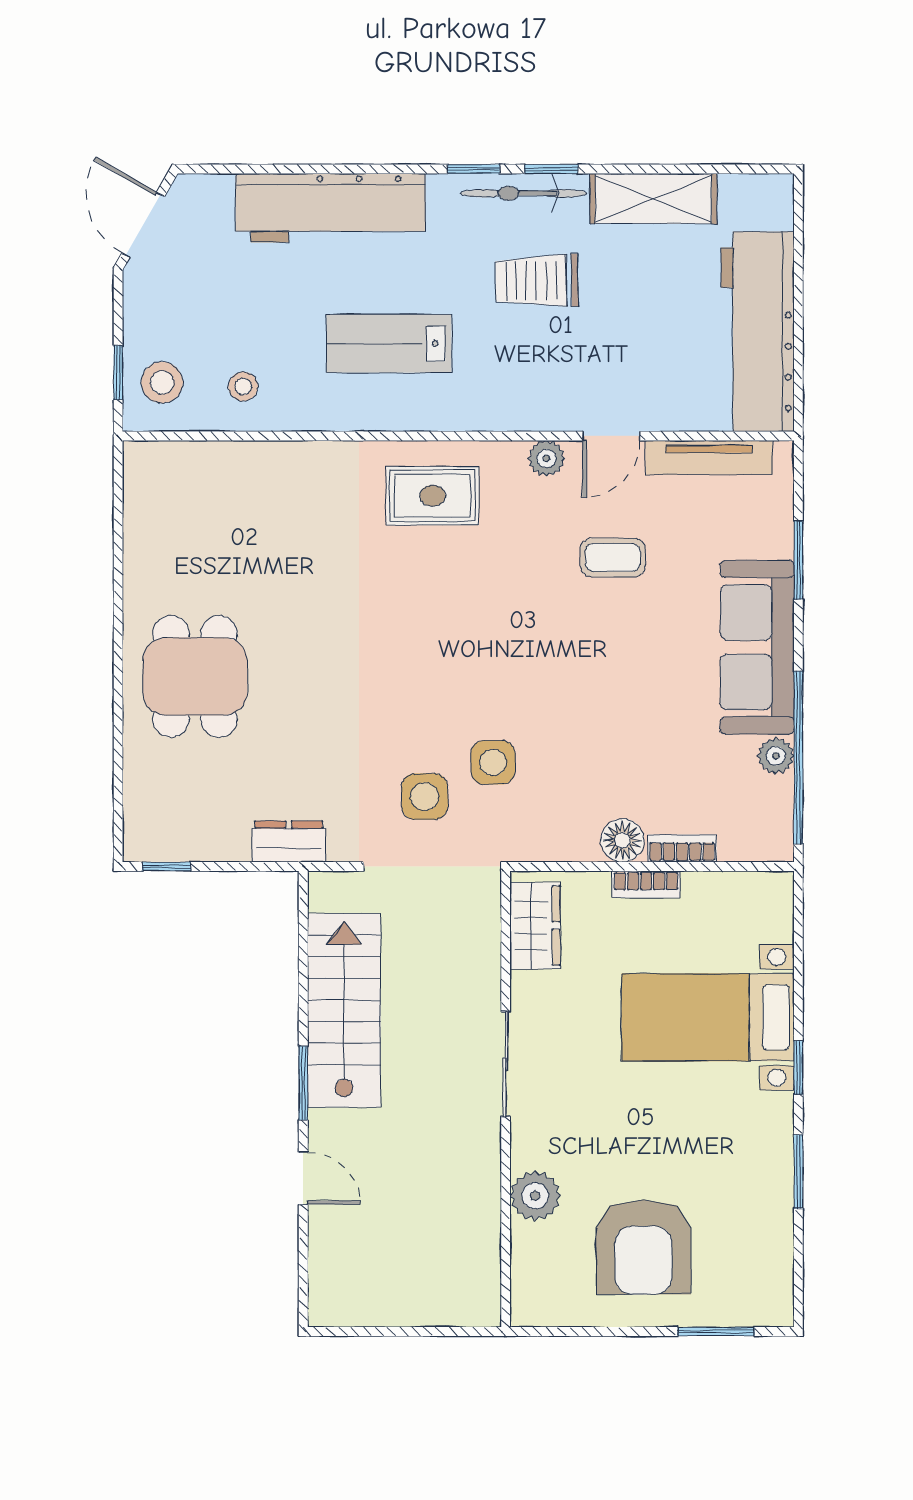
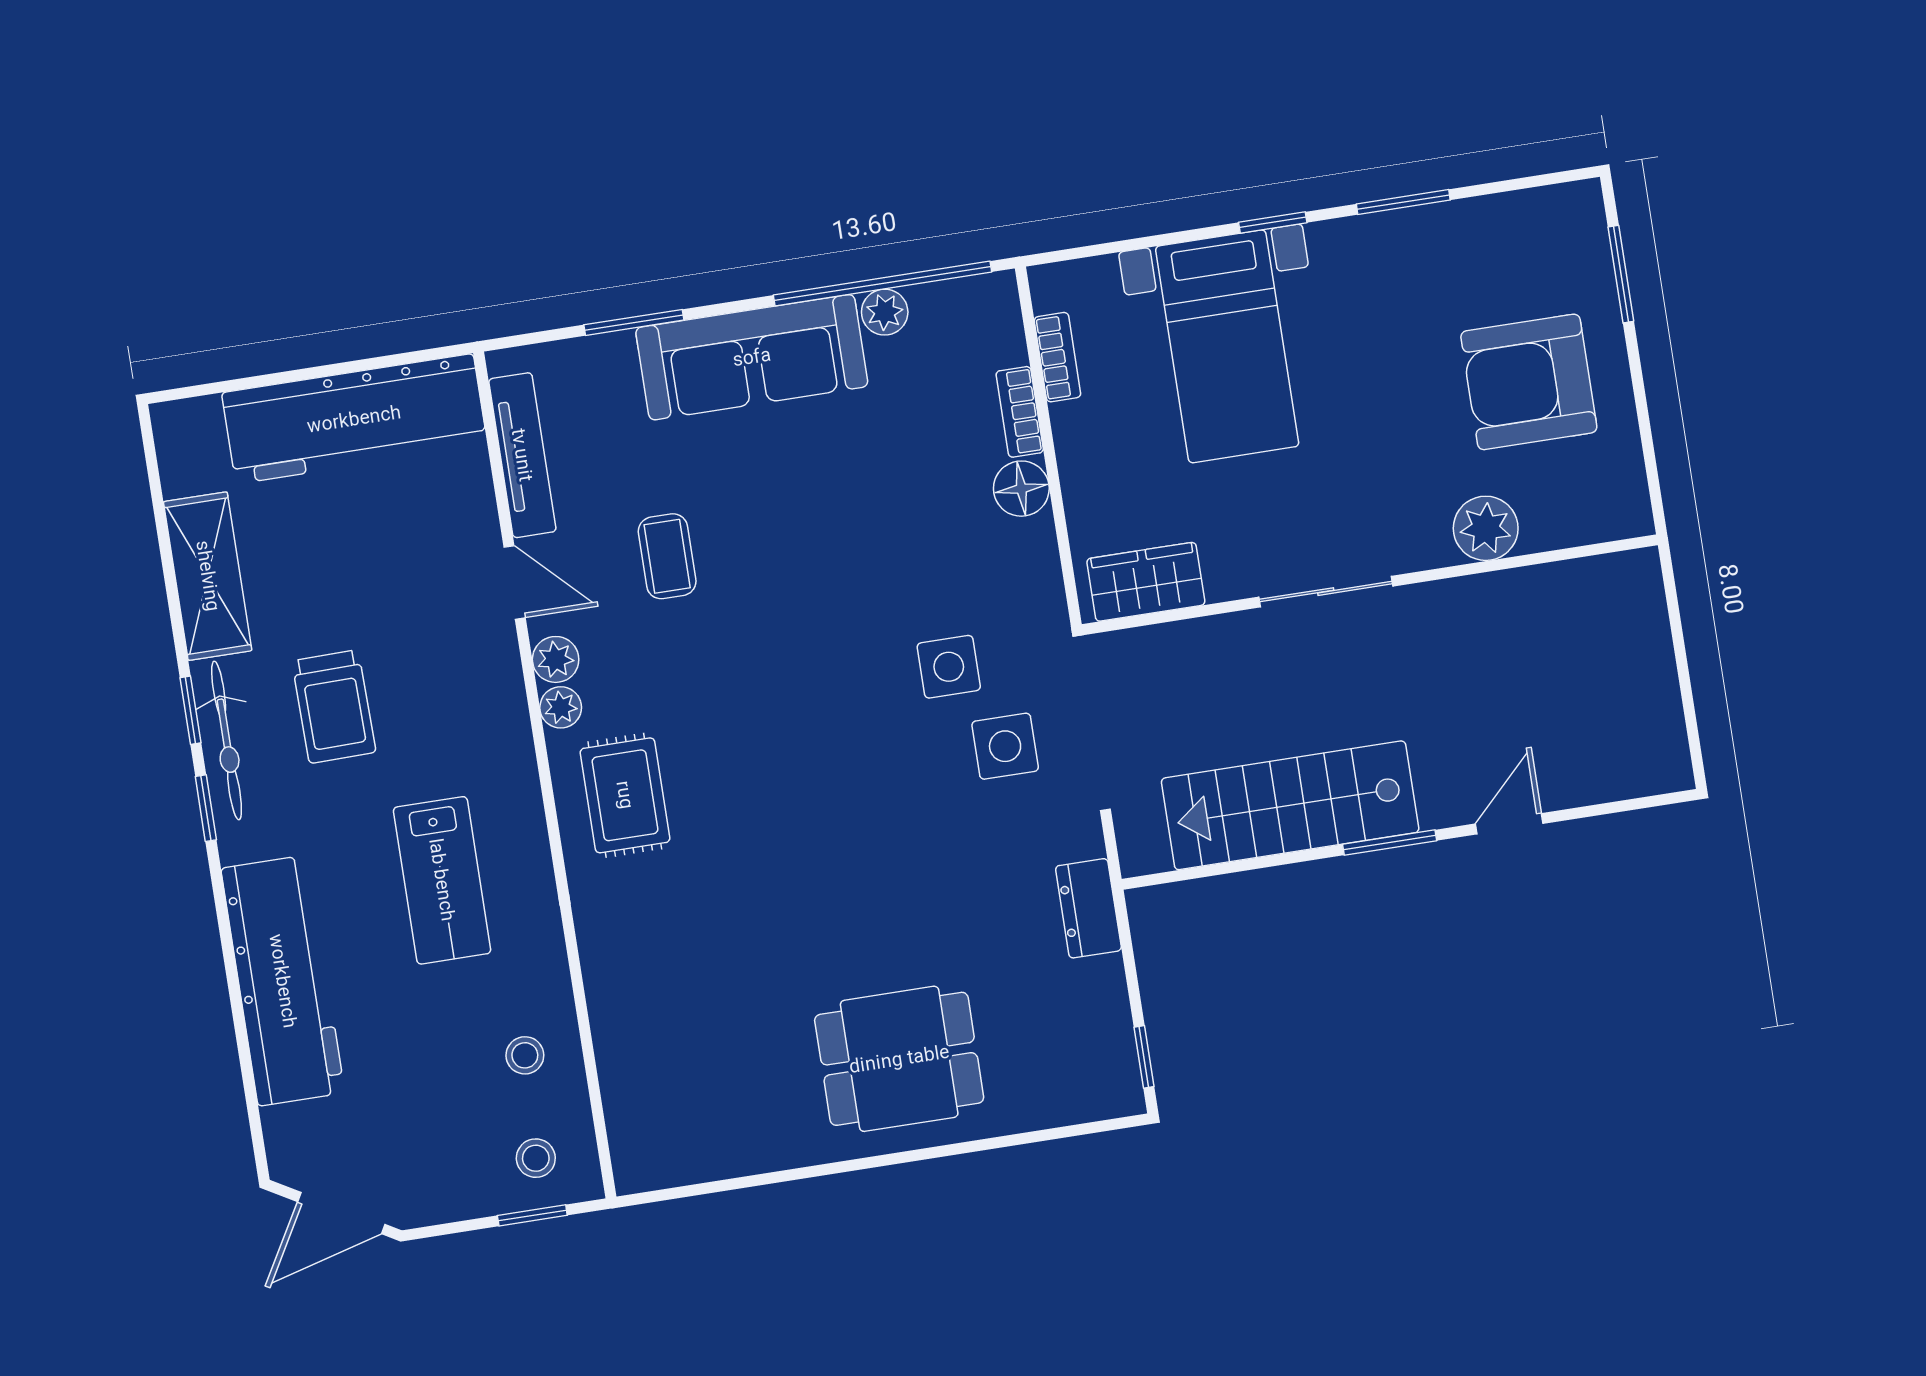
stool: (162, 382) -> (536, 1158), width x0.73, depth x0.73
plant: (509, 457) -> (561, 707), added
bookcase: (646, 884) -> (1057, 357), moved
armchair: (644, 1247) -> (1529, 382), turned 180

